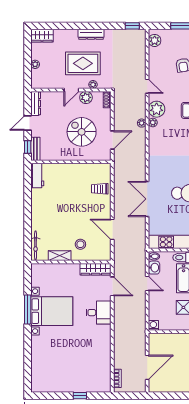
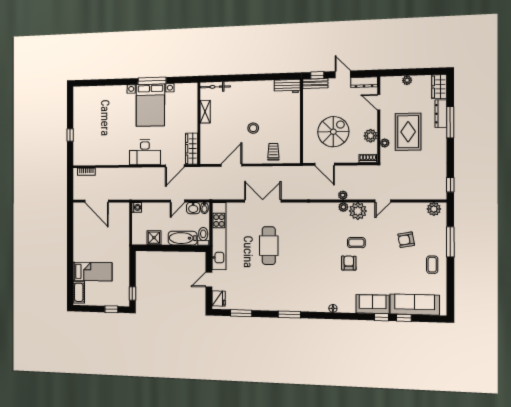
window: (75, 26) -> (450, 122), added
dresser: (91, 34) -> (441, 114), moved
door: (71, 90) -> (379, 102), moved
stool: (80, 244) -> (253, 128), moved
desk: (99, 313) -> (145, 152), width x1.37

